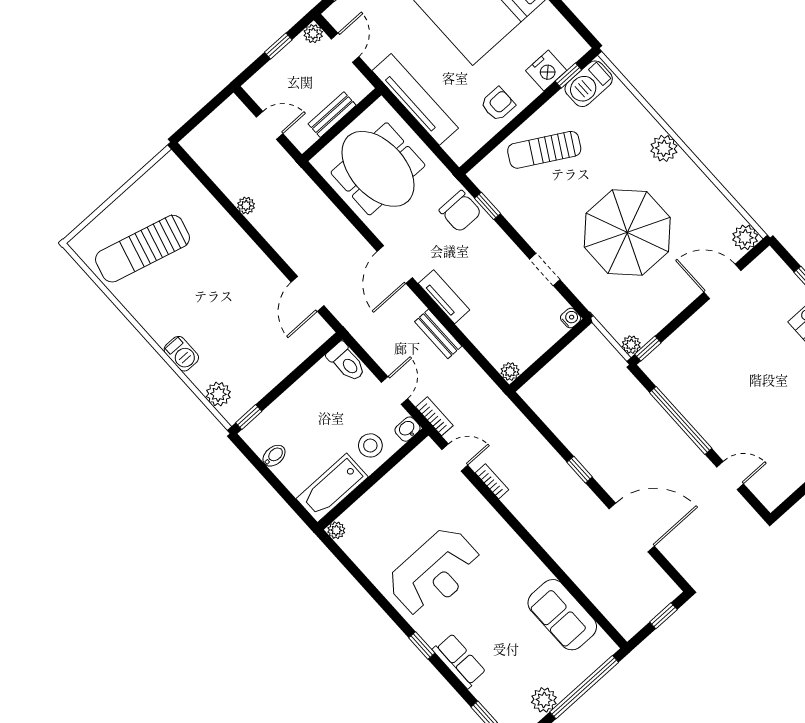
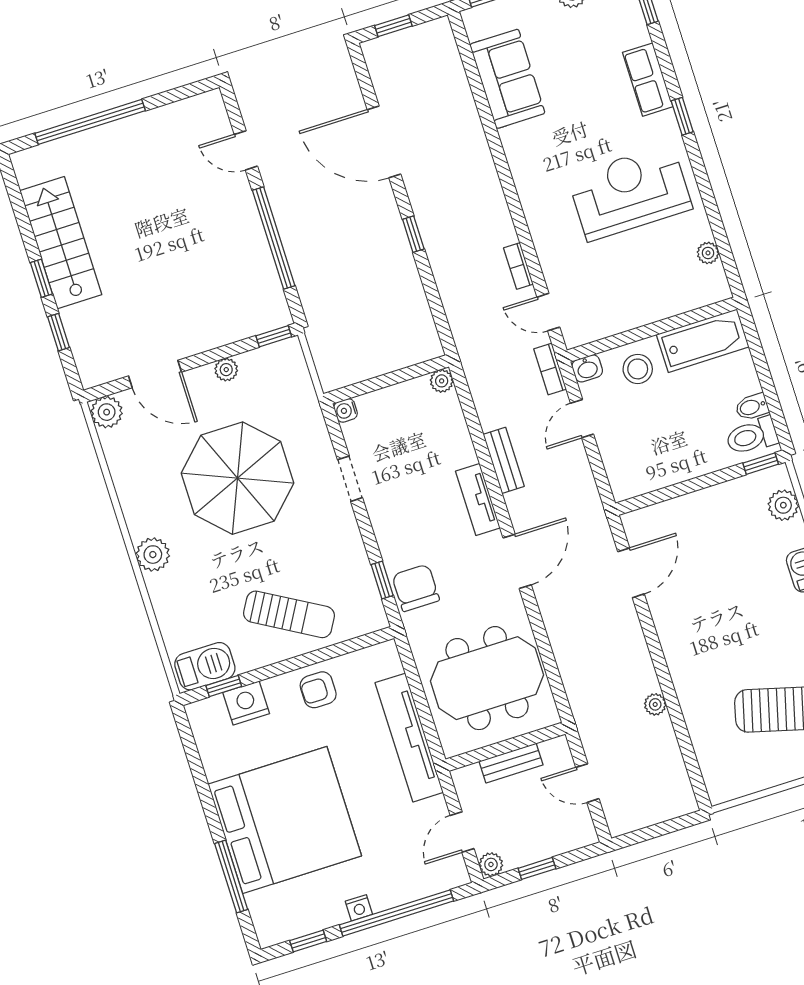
meeting table: (378, 169) -> (487, 678), turned 90
plant: (631, 345) -> (226, 370), moved
toilet: (346, 362) -> (752, 436), moved, turned -90
plant: (336, 530) -> (708, 253), moved

